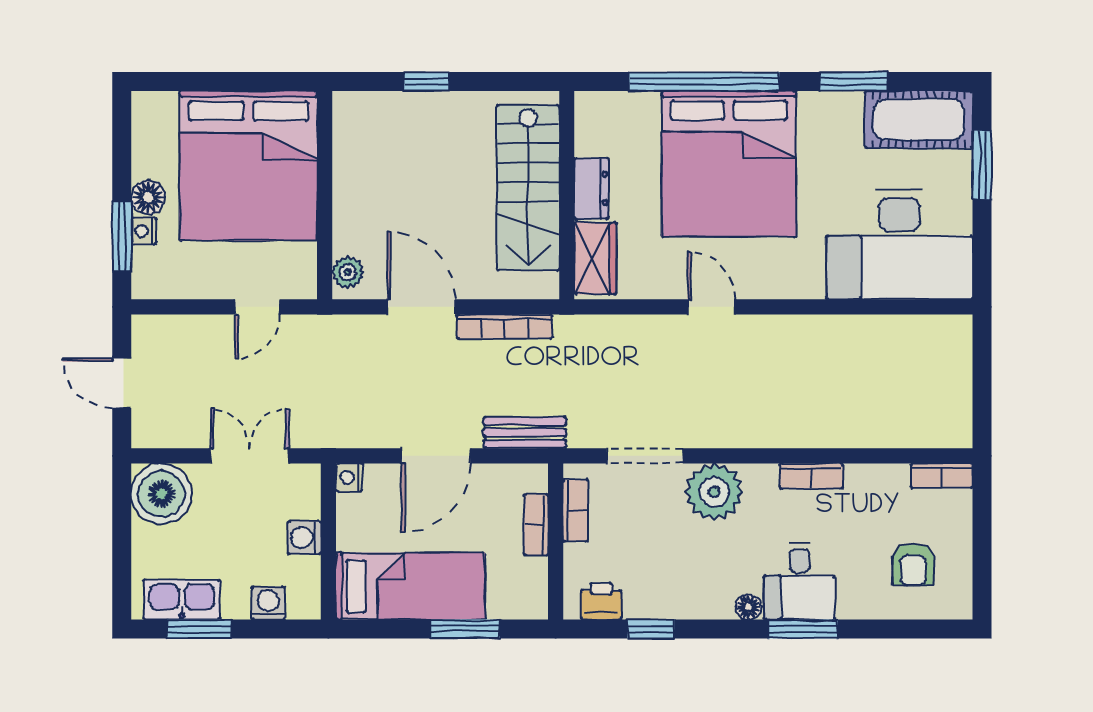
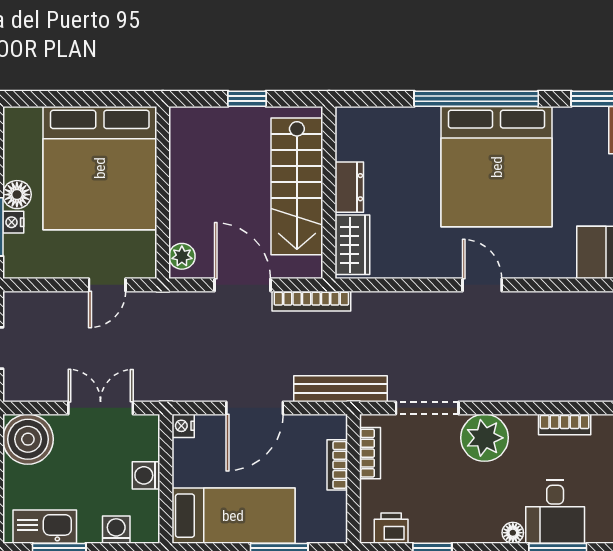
stairs: (528, 188) -> (297, 186), moved
dresser: (591, 189) -> (349, 187), moved
wall: (567, 195) -> (329, 193), moved
wardrobe: (595, 258) -> (352, 245), moved
bench: (525, 433) -> (340, 389), width x1.36

